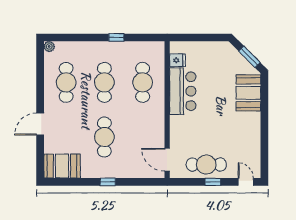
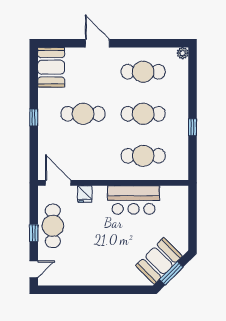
fridge: (177, 60) -> (85, 194), moved
booth: (248, 93) -> (159, 261), moved, turned -45
door: (167, 160) -> (58, 183), hinge flipped

